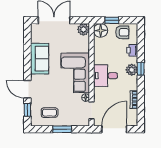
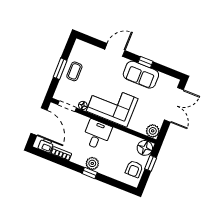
printer: (132, 50) -> (46, 145), moved
window: (27, 110) -> (145, 62), moved
coffee table: (50, 113) -> (74, 71), moved

